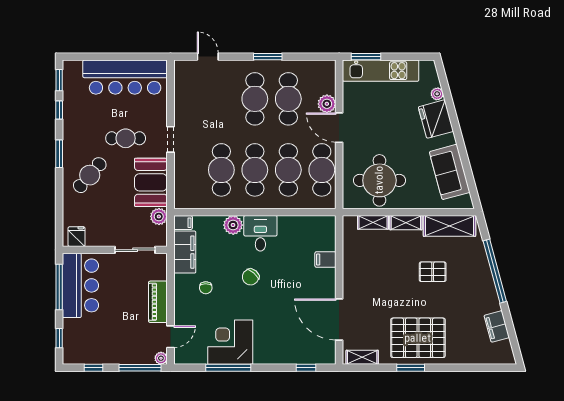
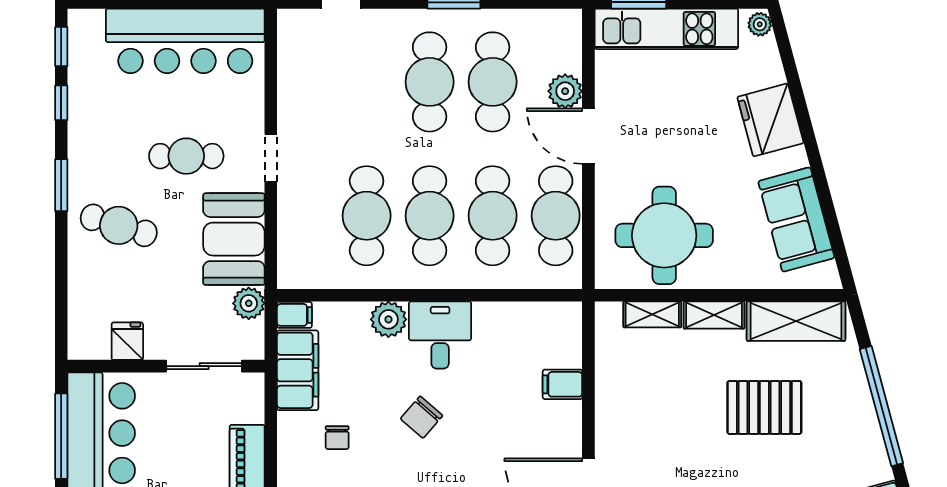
plant: (437, 94) -> (760, 24), moved
cafe table: (90, 175) -> (119, 225), turned 66
fridge: (77, 237) -> (127, 341), moved
pallet: (433, 272) -> (764, 407), width x1.50, depth x1.42

